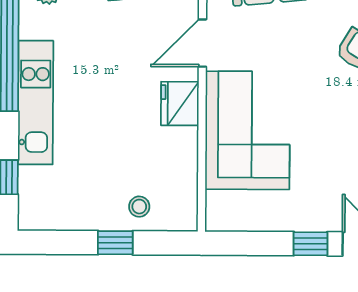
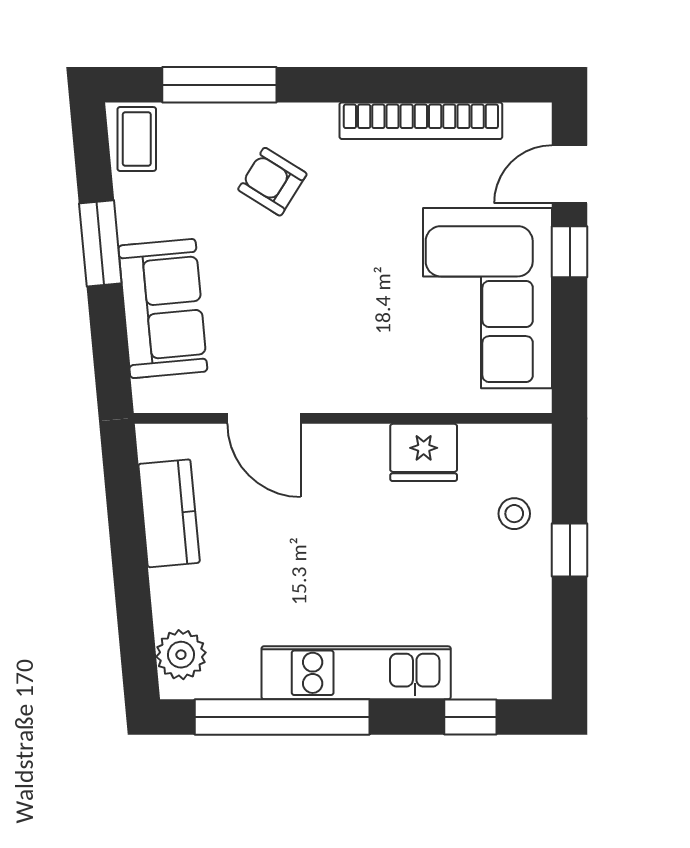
fridge: (180, 104) -> (424, 452), moved
corner sofa: (248, 130) -> (488, 298), moved, turned -90

